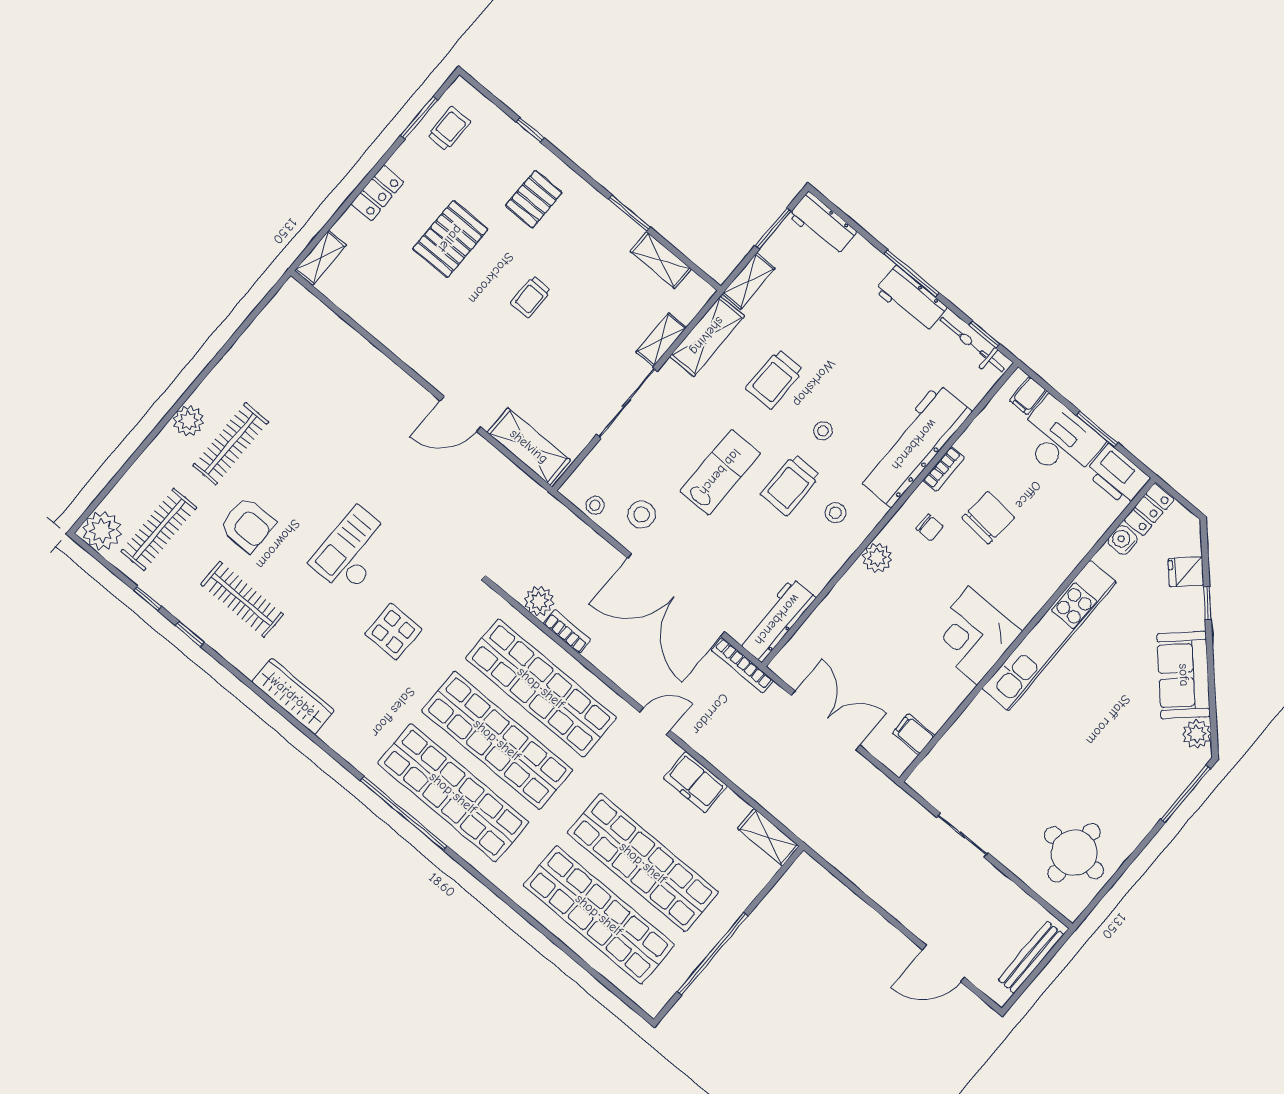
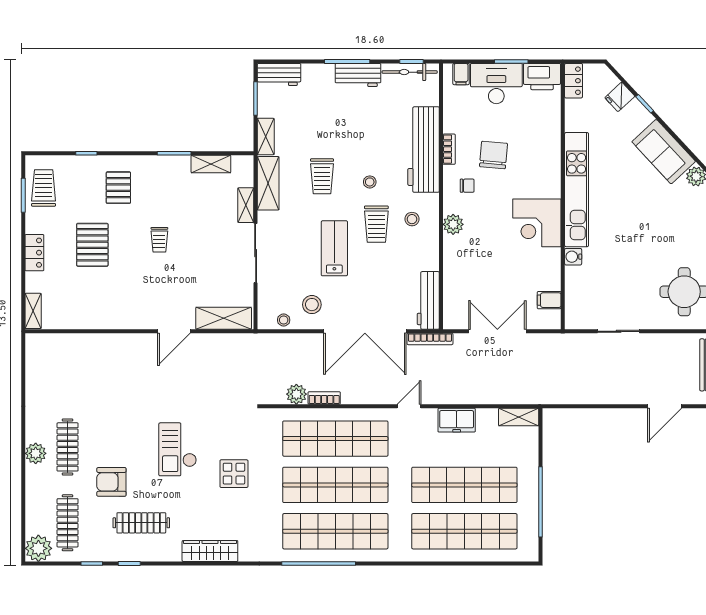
trolley: (449, 129) -> (44, 188), width x1.36, depth x1.39
armchair: (247, 525) -> (111, 482), turned 180
water cooler: (1123, 540) -> (573, 257), moved

